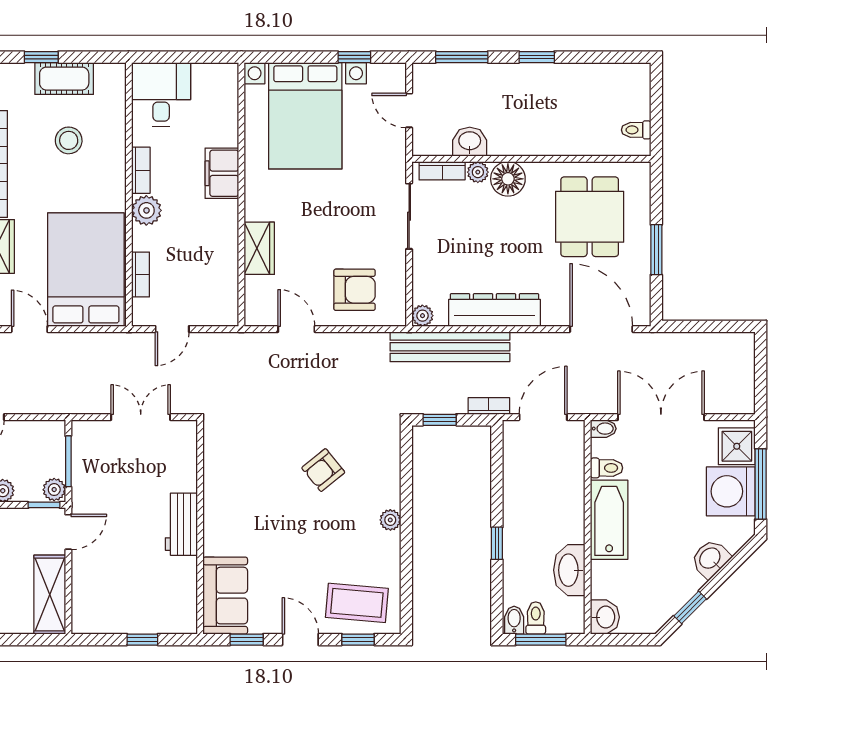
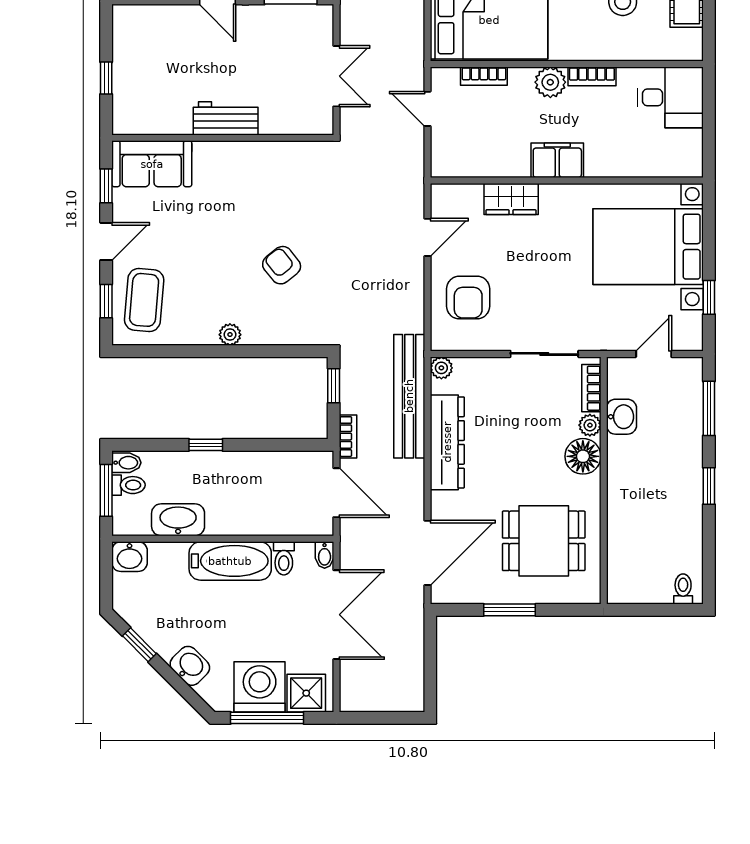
toilet: (636, 130) -> (683, 589), moved
filing cabinet: (222, 173) -> (557, 160), moved

